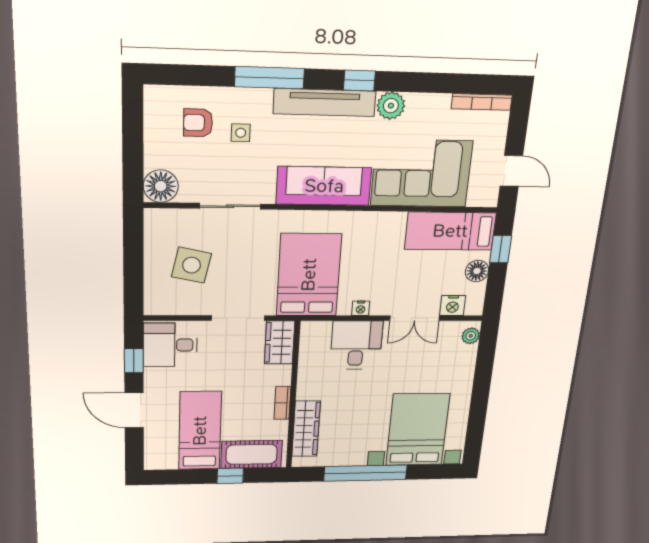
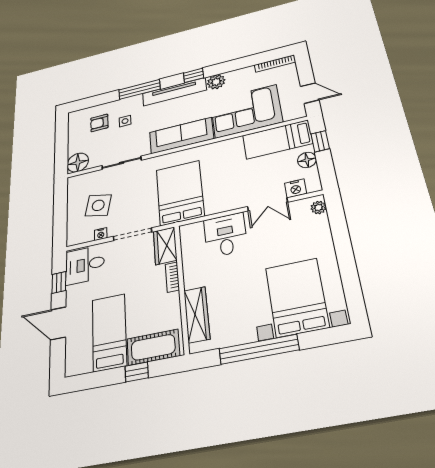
nightstand: (361, 308) -> (101, 234), moved
bookcase: (282, 403) -> (172, 277), moved

